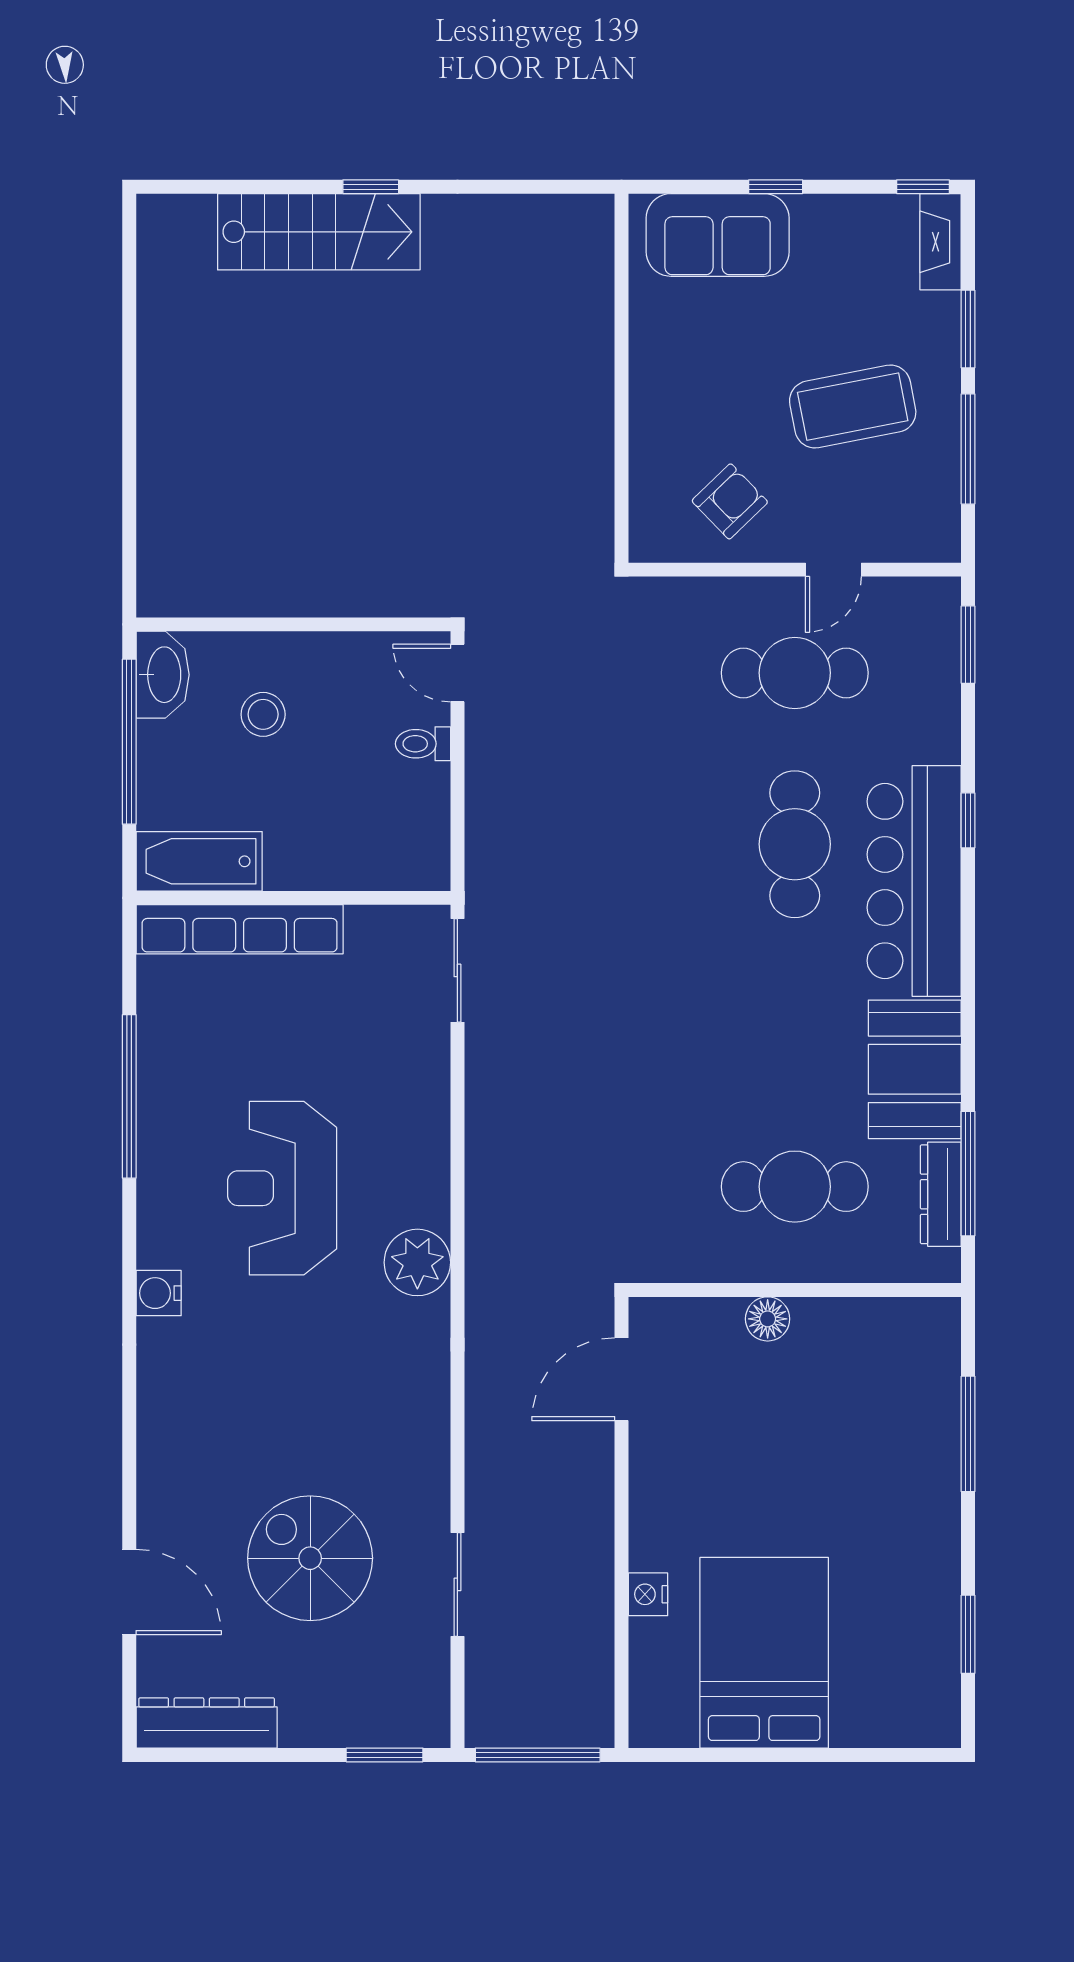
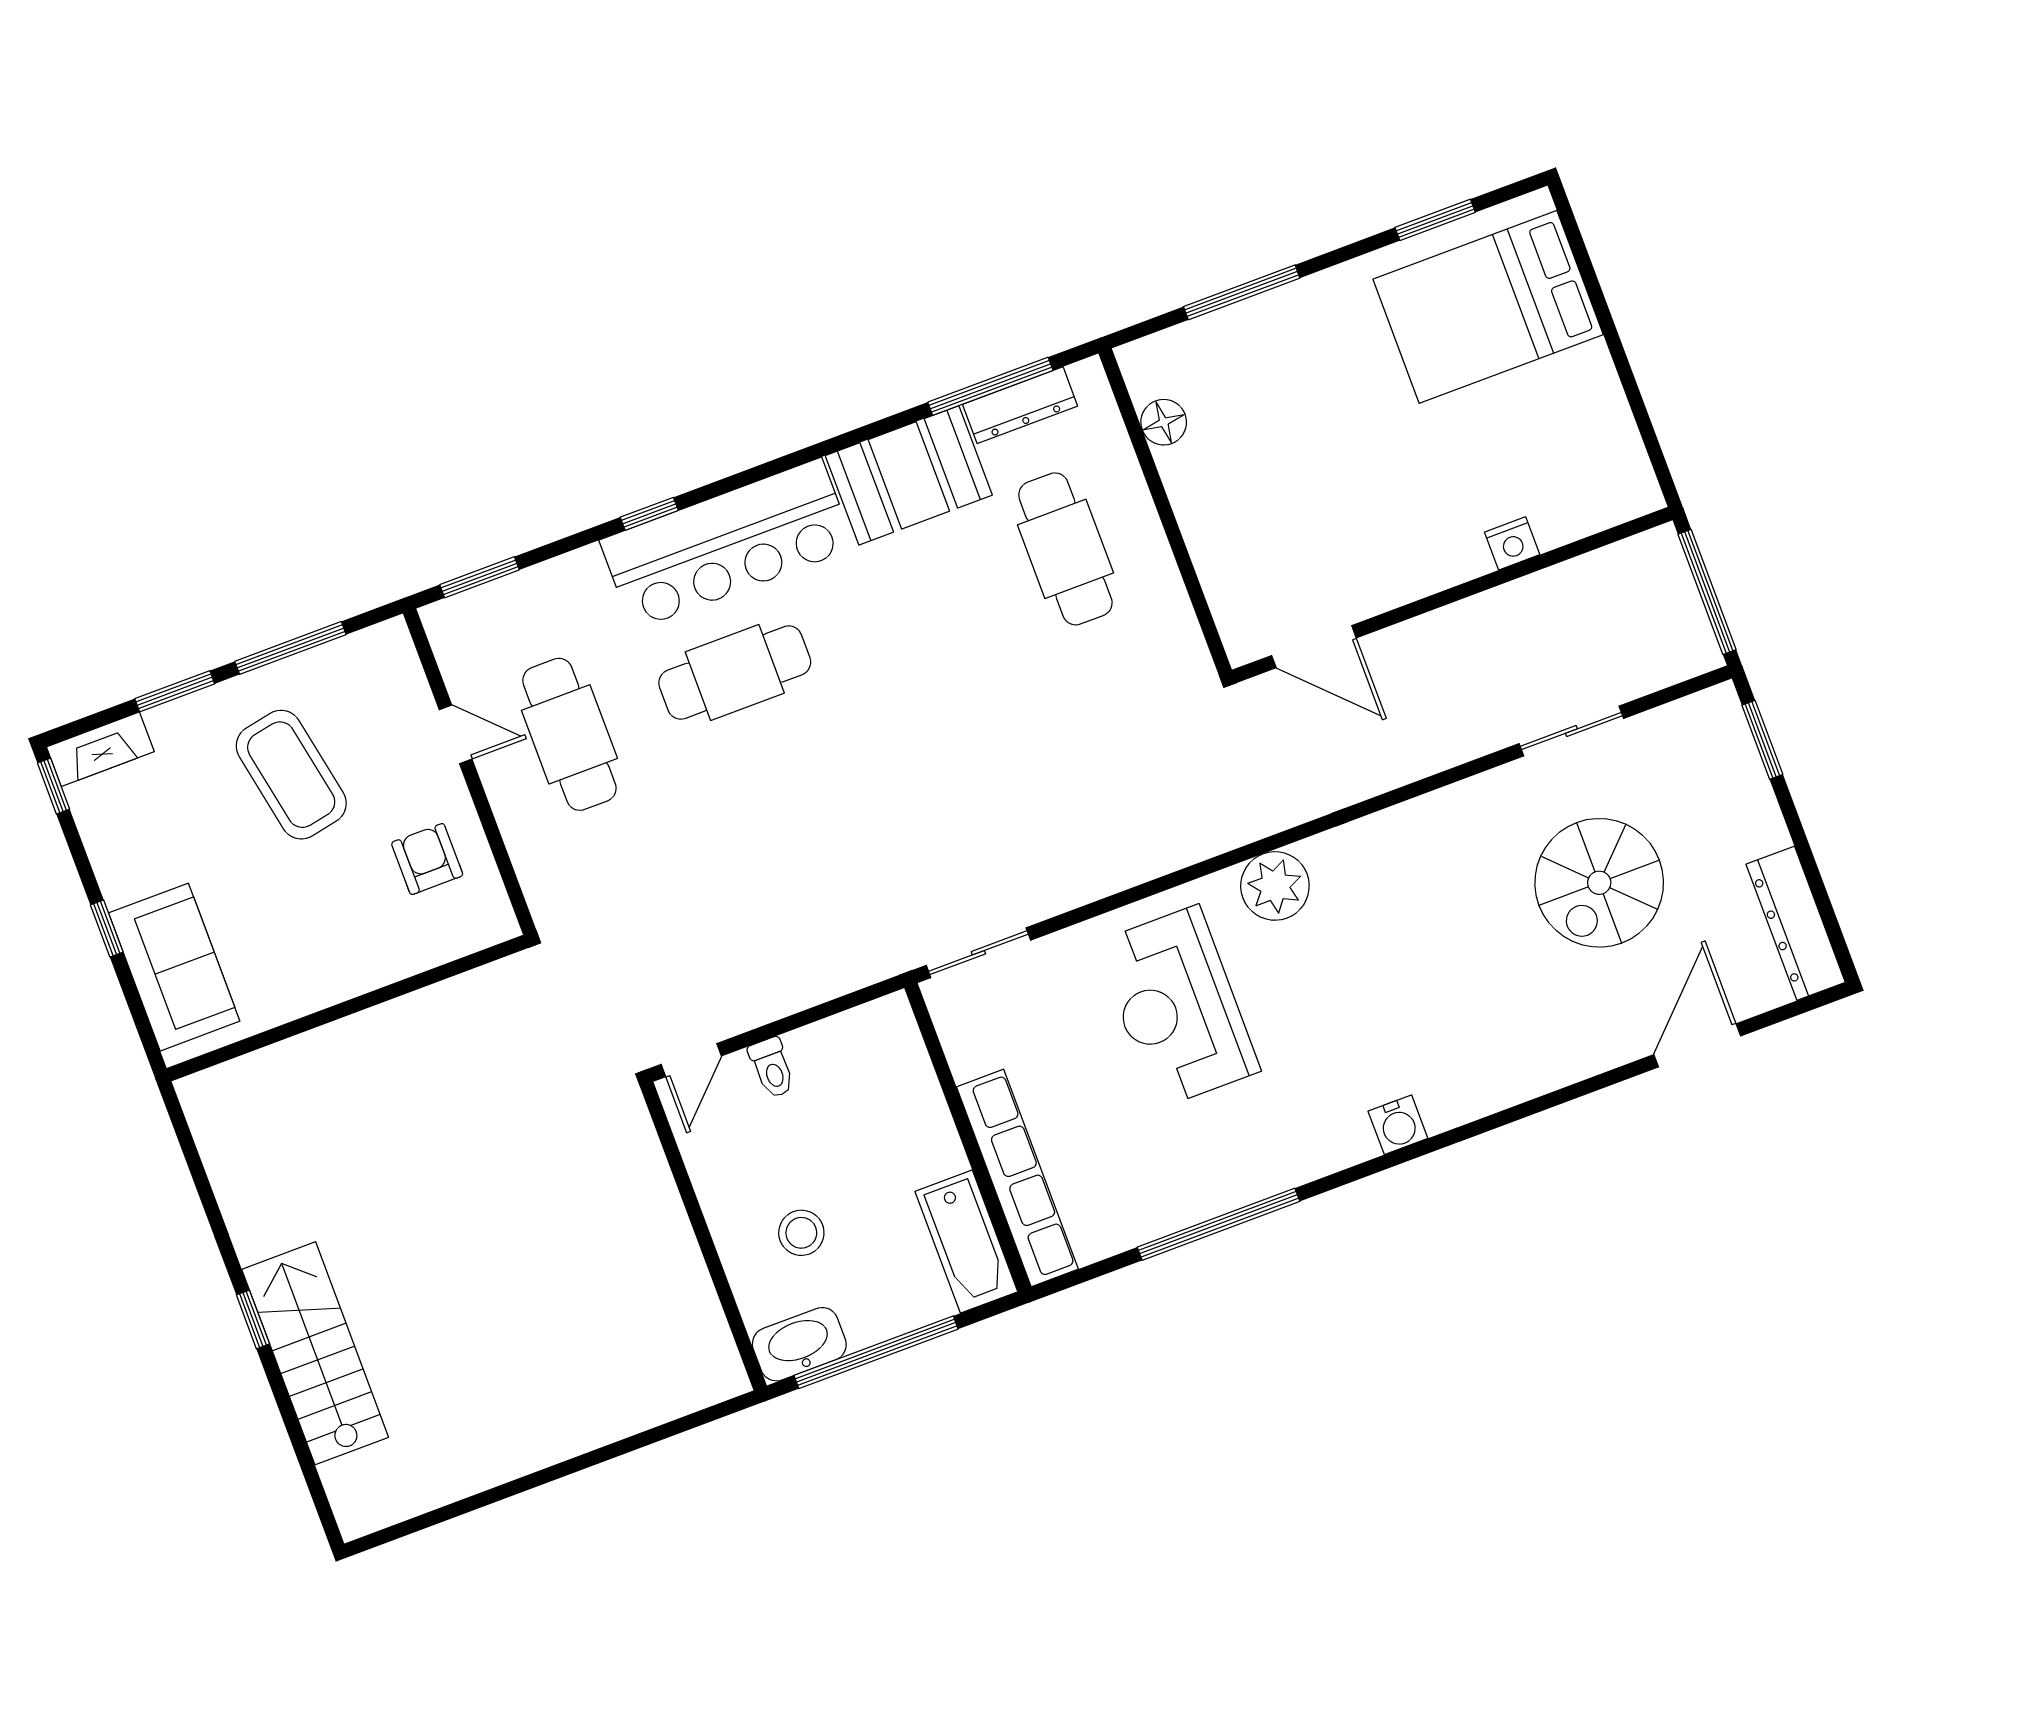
armchair: (730, 501) -> (427, 859), turned 44
reception desk: (282, 1188) -> (1178, 1007), moved, turned 90
floor lamp: (768, 1319) -> (1164, 422), moved
bed: (764, 1653) -> (1488, 307), moved

